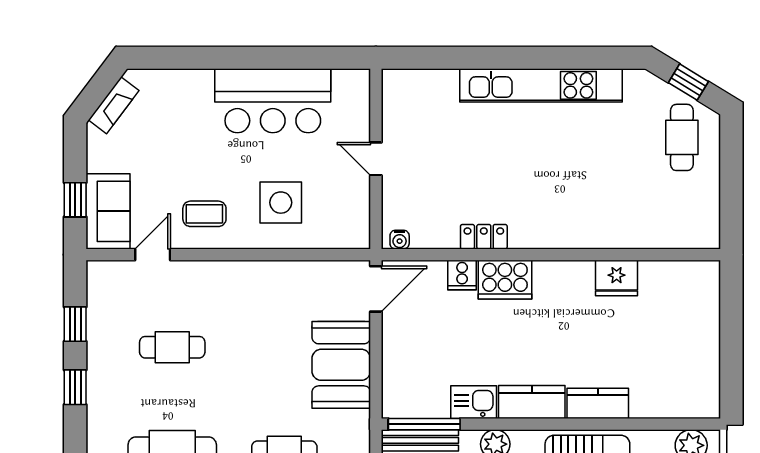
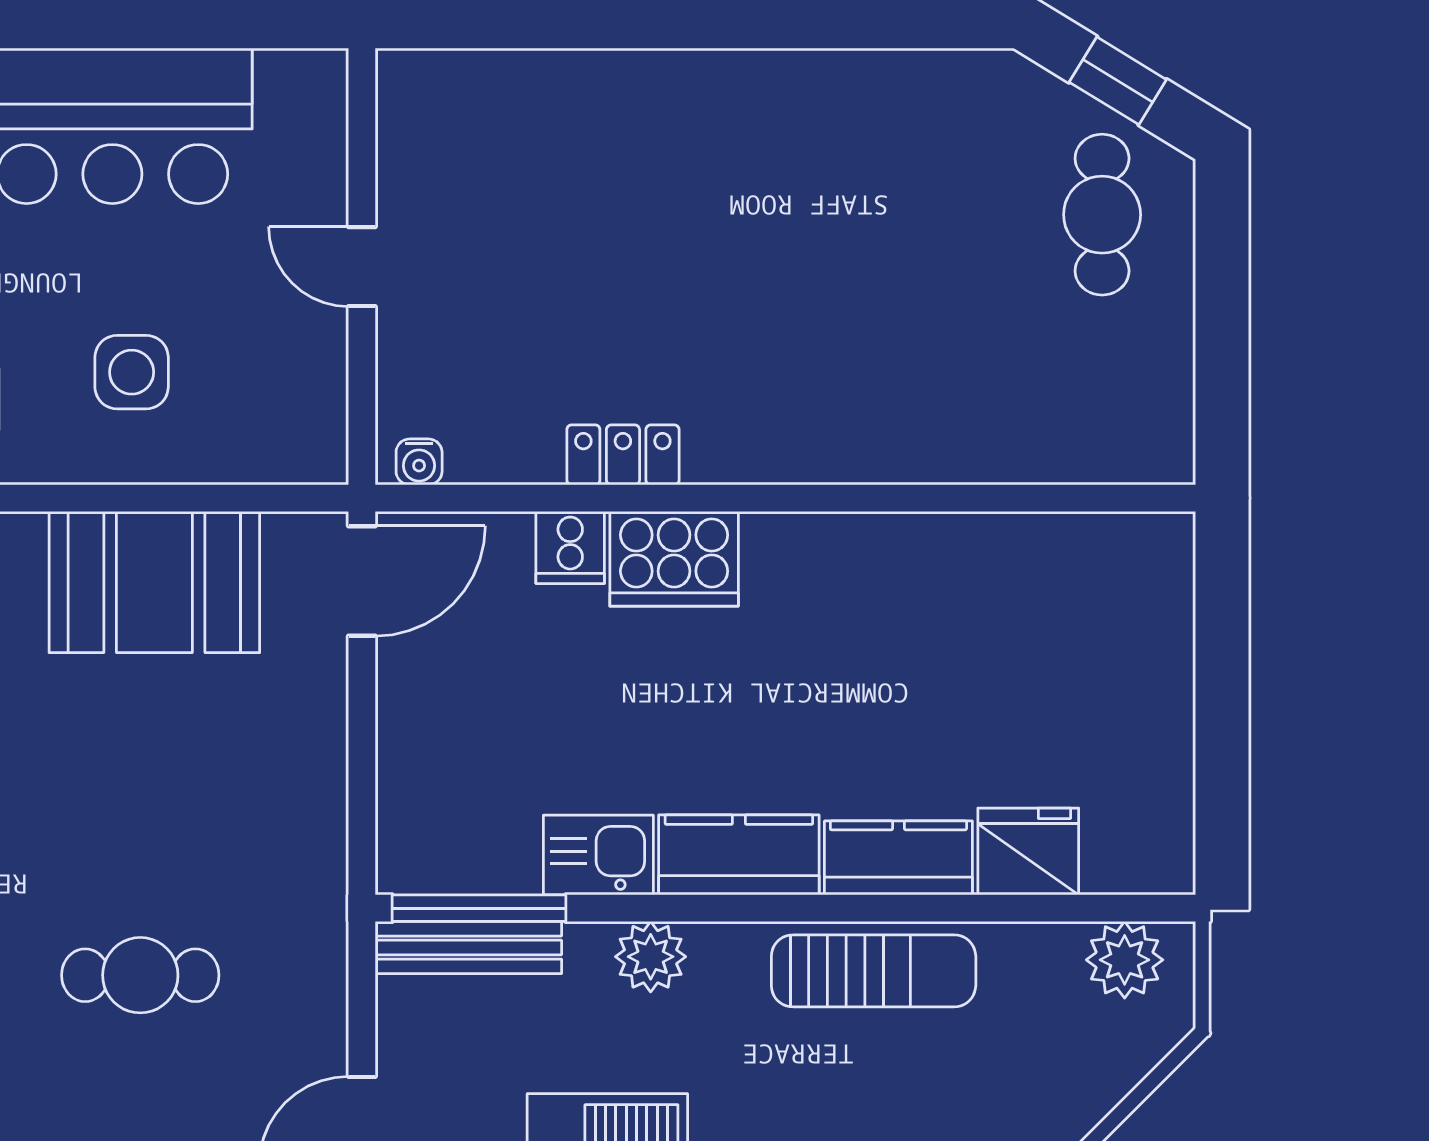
kitchen unit: (541, 85) -> (761, 89), removed
side table: (281, 203) -> (132, 372), width x0.73, depth x0.73
fridge: (617, 278) -> (1028, 852), moved, turned 180
booth: (341, 365) -> (154, 582), moved, turned 90

